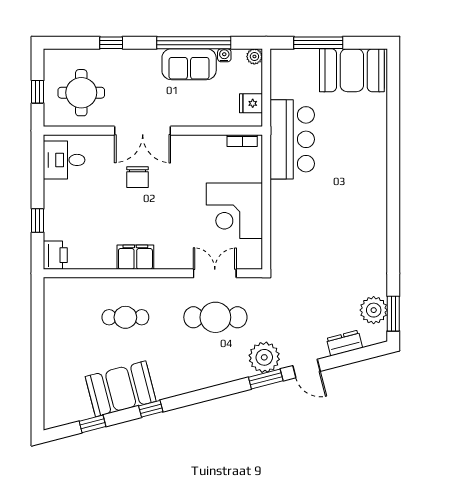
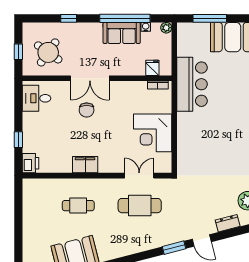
round table: (81, 93) -> (48, 52), turned 35
fridge: (251, 103) -> (152, 68), moved, turned 90
plant: (264, 357) -> (173, 233), removed

